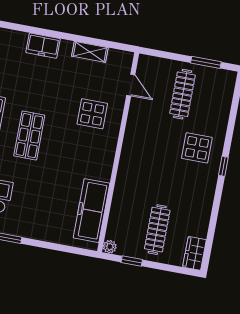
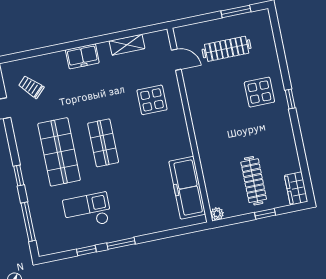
clothes rail: (183, 94) -> (227, 49), turned 90
window: (132, 261) -> (265, 214), moved

